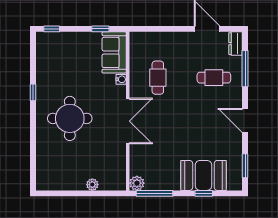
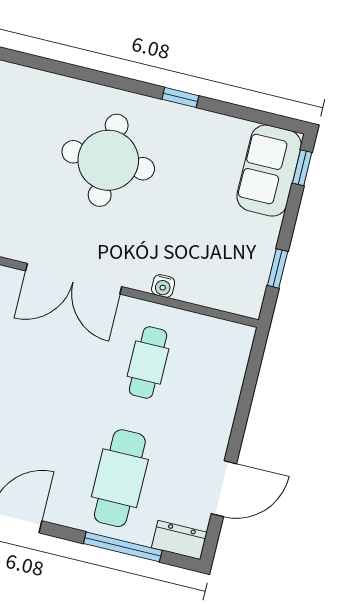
sofa: (114, 52) -> (269, 171), moved, turned -90
cafe table: (158, 78) -> (148, 363), turned 90
cafe table: (214, 78) -> (120, 478), width x1.37, depth x1.35

